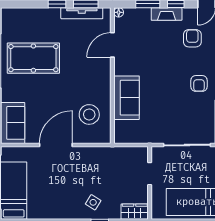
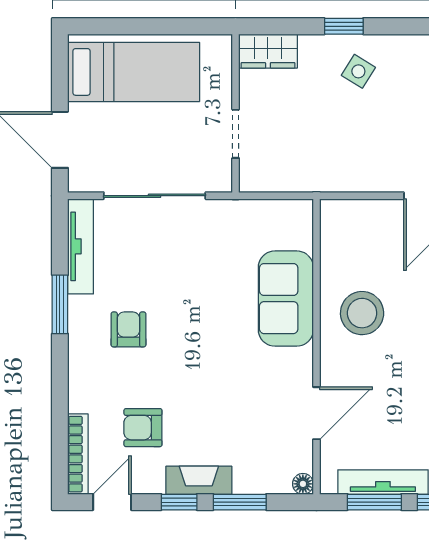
armchair: (192, 38) -> (143, 428), turned 90
stool: (89, 114) -> (362, 313), moved

